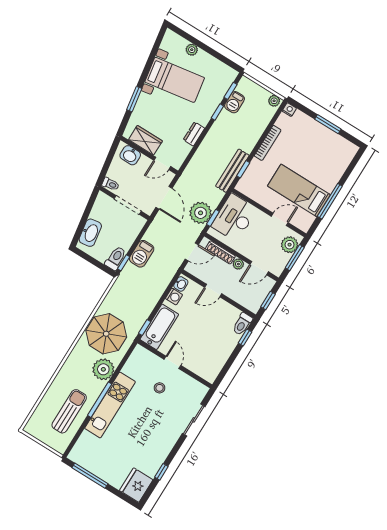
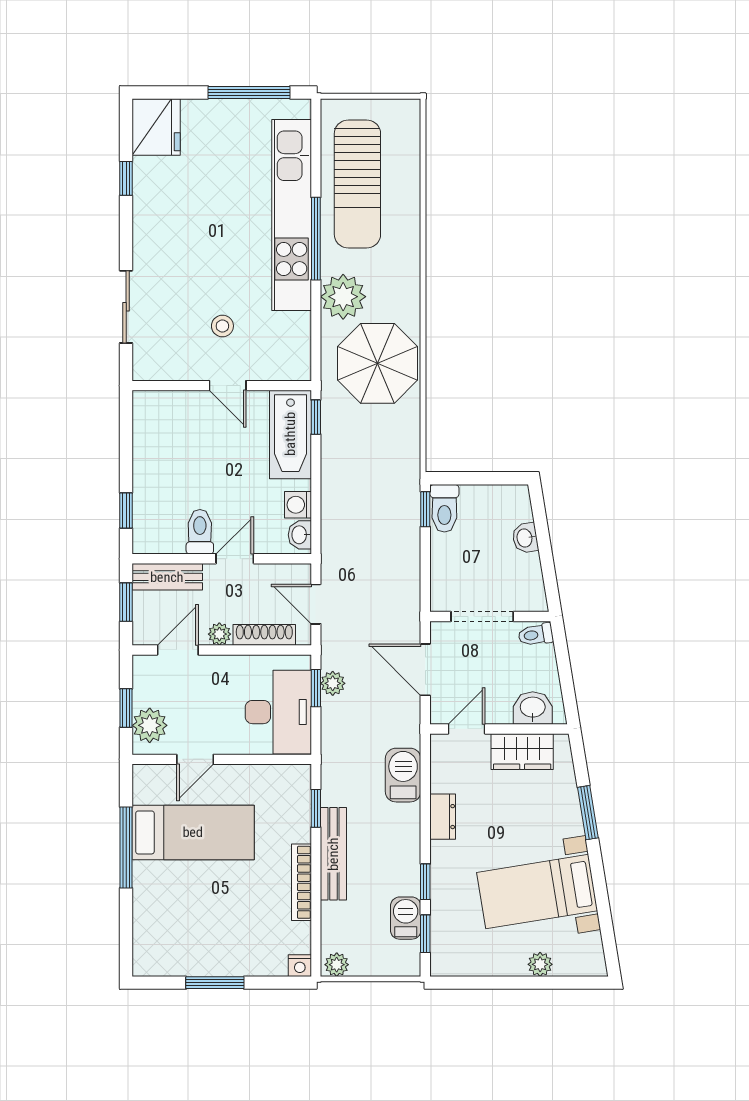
bench: (232, 171) -> (333, 854), moved
plant: (201, 213) -> (333, 683), width x0.53, depth x0.53
washbasin: (90, 233) -> (525, 538), width x0.52, depth x0.69
door: (192, 252) -> (316, 604), hinge flipped
barbecue: (142, 254) -> (403, 775), moved
window: (295, 258) -> (126, 708), width x0.67
bench: (245, 300) -> (167, 577), added
toilet: (242, 324) -> (200, 532), moved
kitchen unit: (110, 405) -> (292, 215), width x1.36
sun lounger: (69, 411) -> (357, 184), width x1.36, depth x1.34

